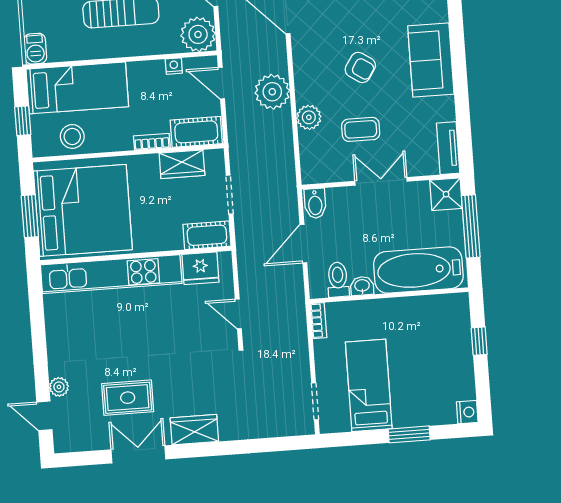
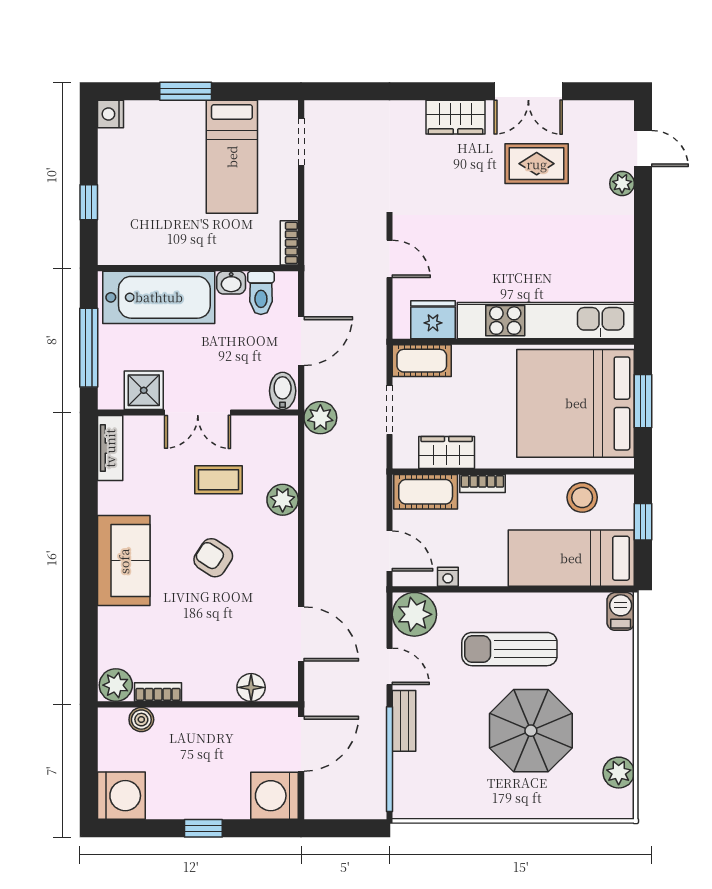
plant: (272, 92) -> (320, 418), moved, width x0.73, depth x0.73
shower: (446, 194) -> (144, 390), moved

